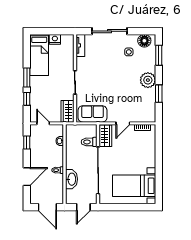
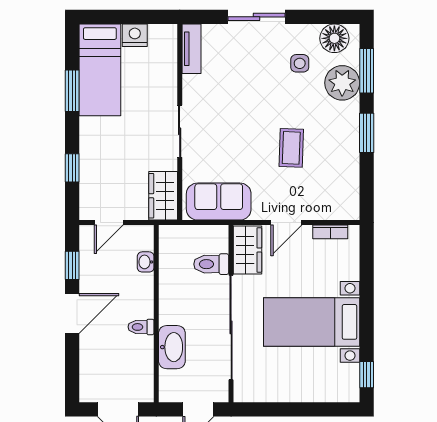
sliding door: (109, 31) -> (256, 17), width x0.73
window: (27, 77) -> (72, 91), moved
plant: (148, 80) -> (342, 83), moved
coffee table: (125, 90) -> (291, 148), added
window: (159, 94) -> (367, 133), moved
door: (43, 123) -> (109, 223), swing flipped
door: (27, 177) -> (72, 313), moved
bed with nightstands: (134, 186) -> (312, 322), moved
window: (159, 191) -> (367, 375), added

